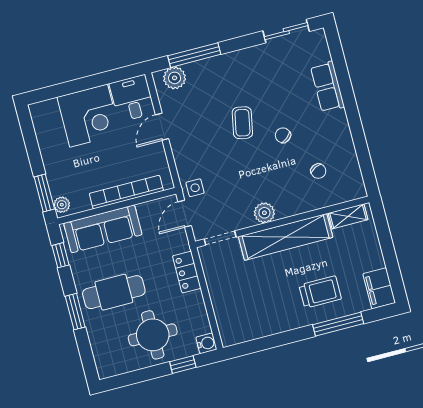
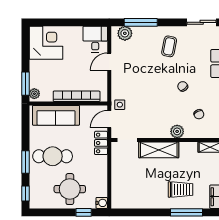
corner desk: (89, 116) -> (46, 43), moved, turned -90
coffee table: (242, 123) -> (169, 46), moved
plant: (264, 213) -> (177, 131), moved
shelving: (286, 237) -> (159, 150), width x0.68
window: (60, 255) -> (25, 193), moved
locker: (187, 272) -> (101, 143), moved

